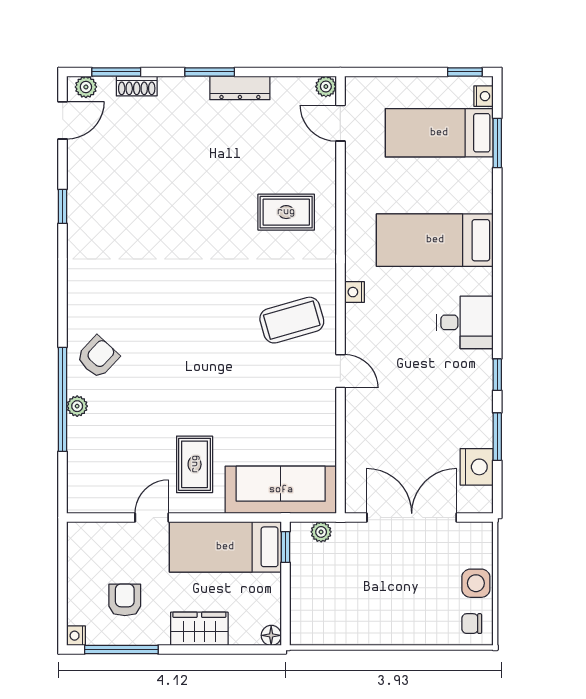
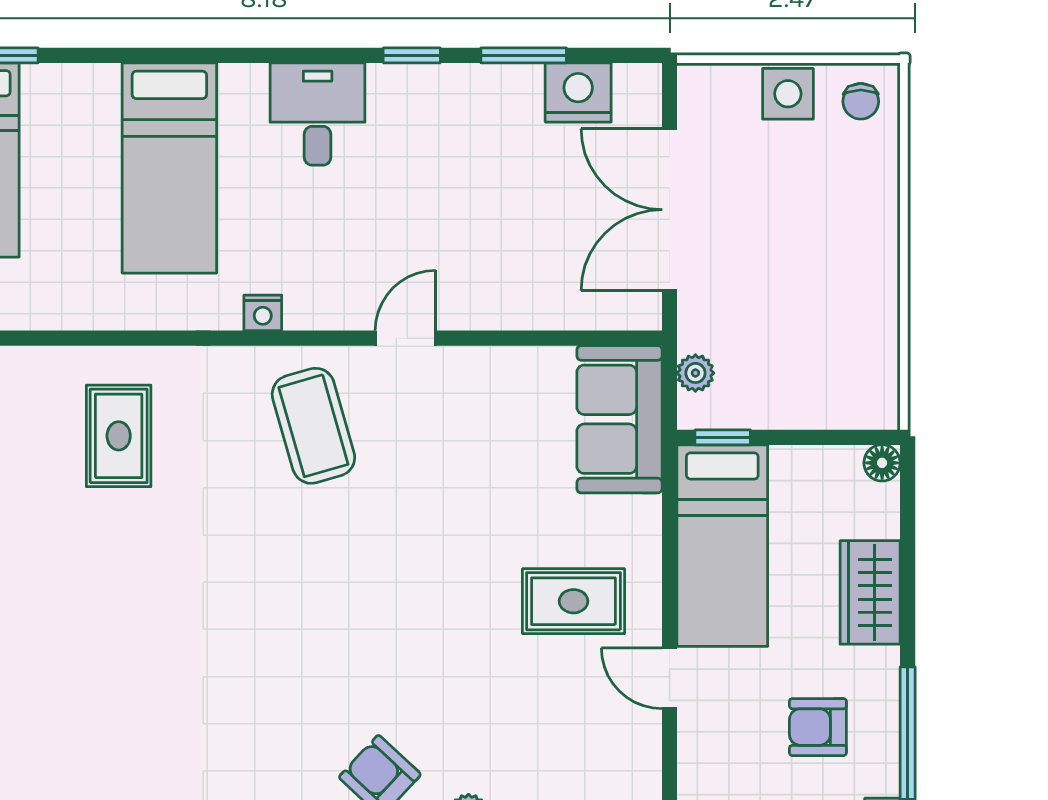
sofa: (281, 490) -> (619, 419), width x0.73

